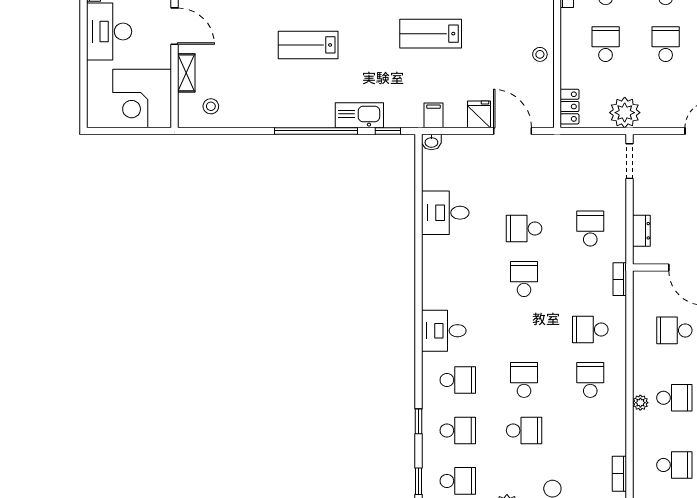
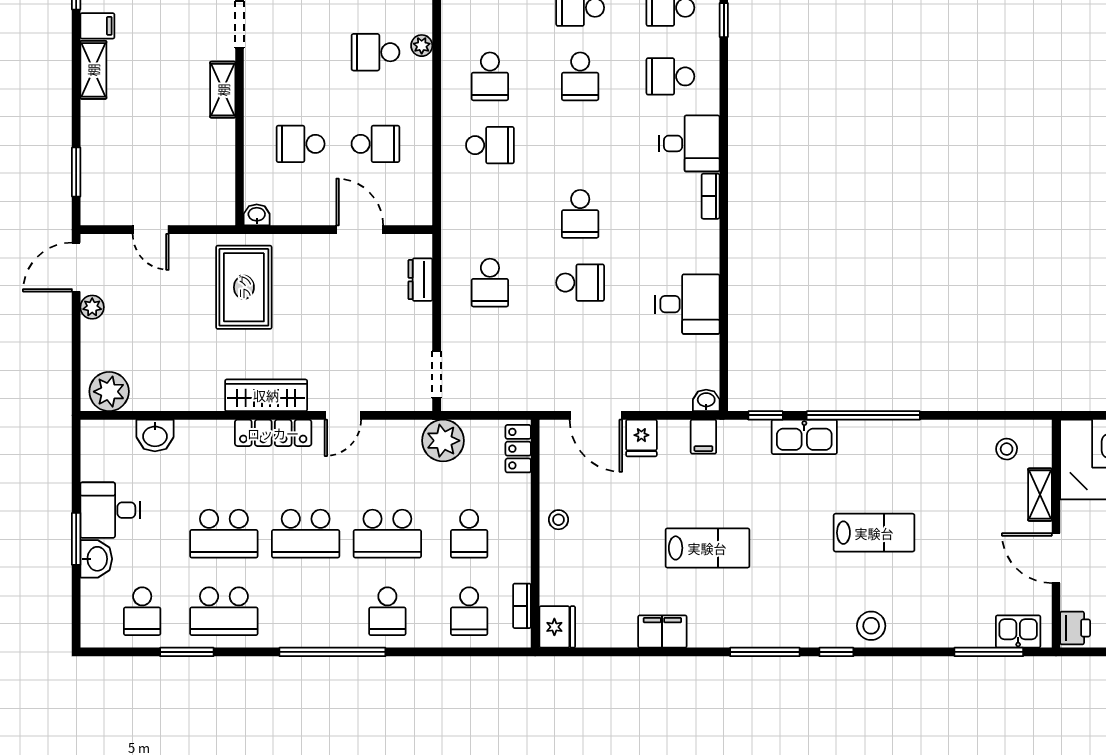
school desk: (666, 44) -> (387, 534), width x1.85
bookcase: (620, 279) -> (711, 196), moved, turned 180

